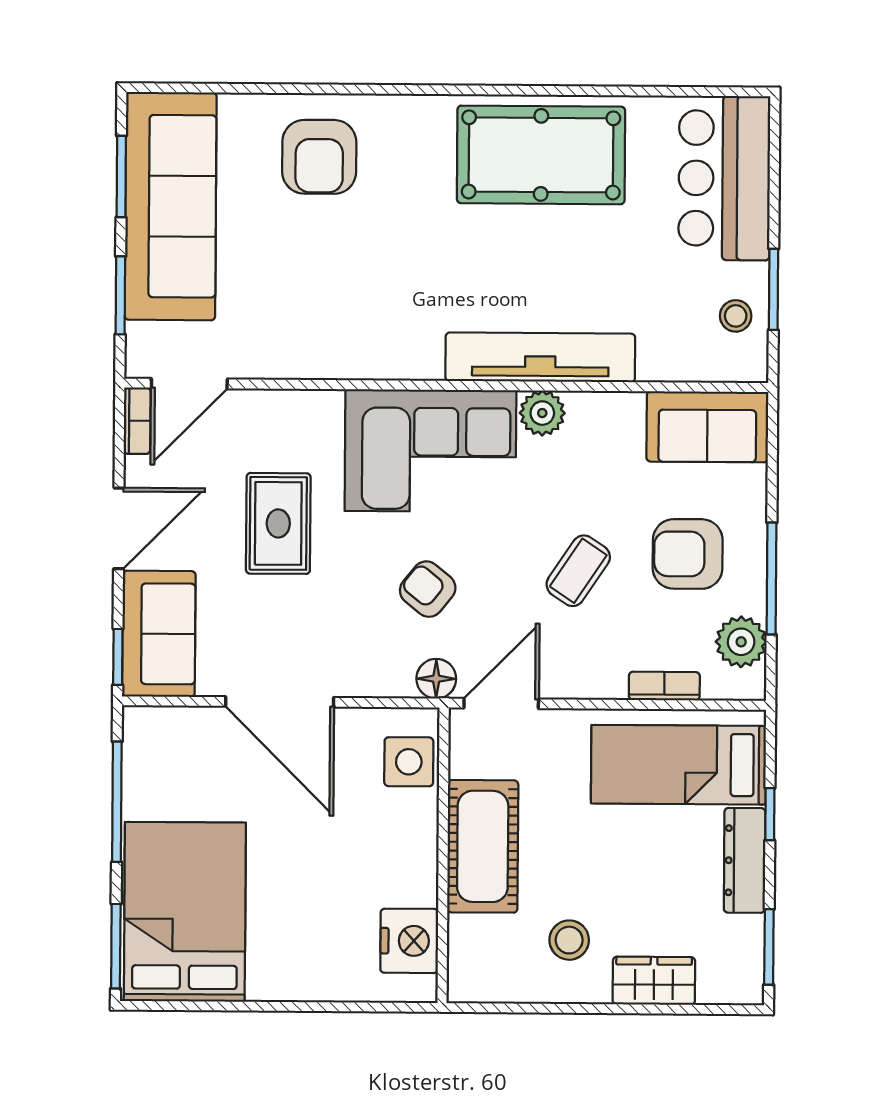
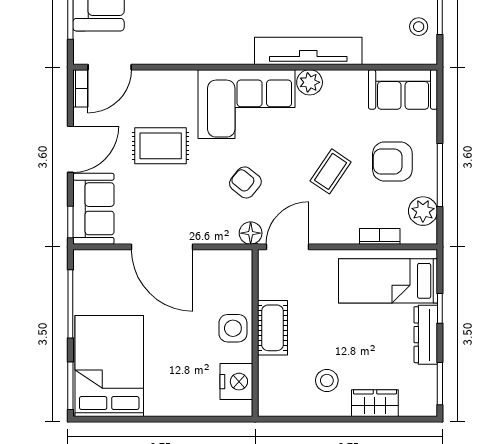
rug: (278, 523) -> (161, 146), turned 90
side table: (409, 762) -> (233, 328), moved
cot: (483, 846) -> (272, 328), width x0.73, depth x0.75

